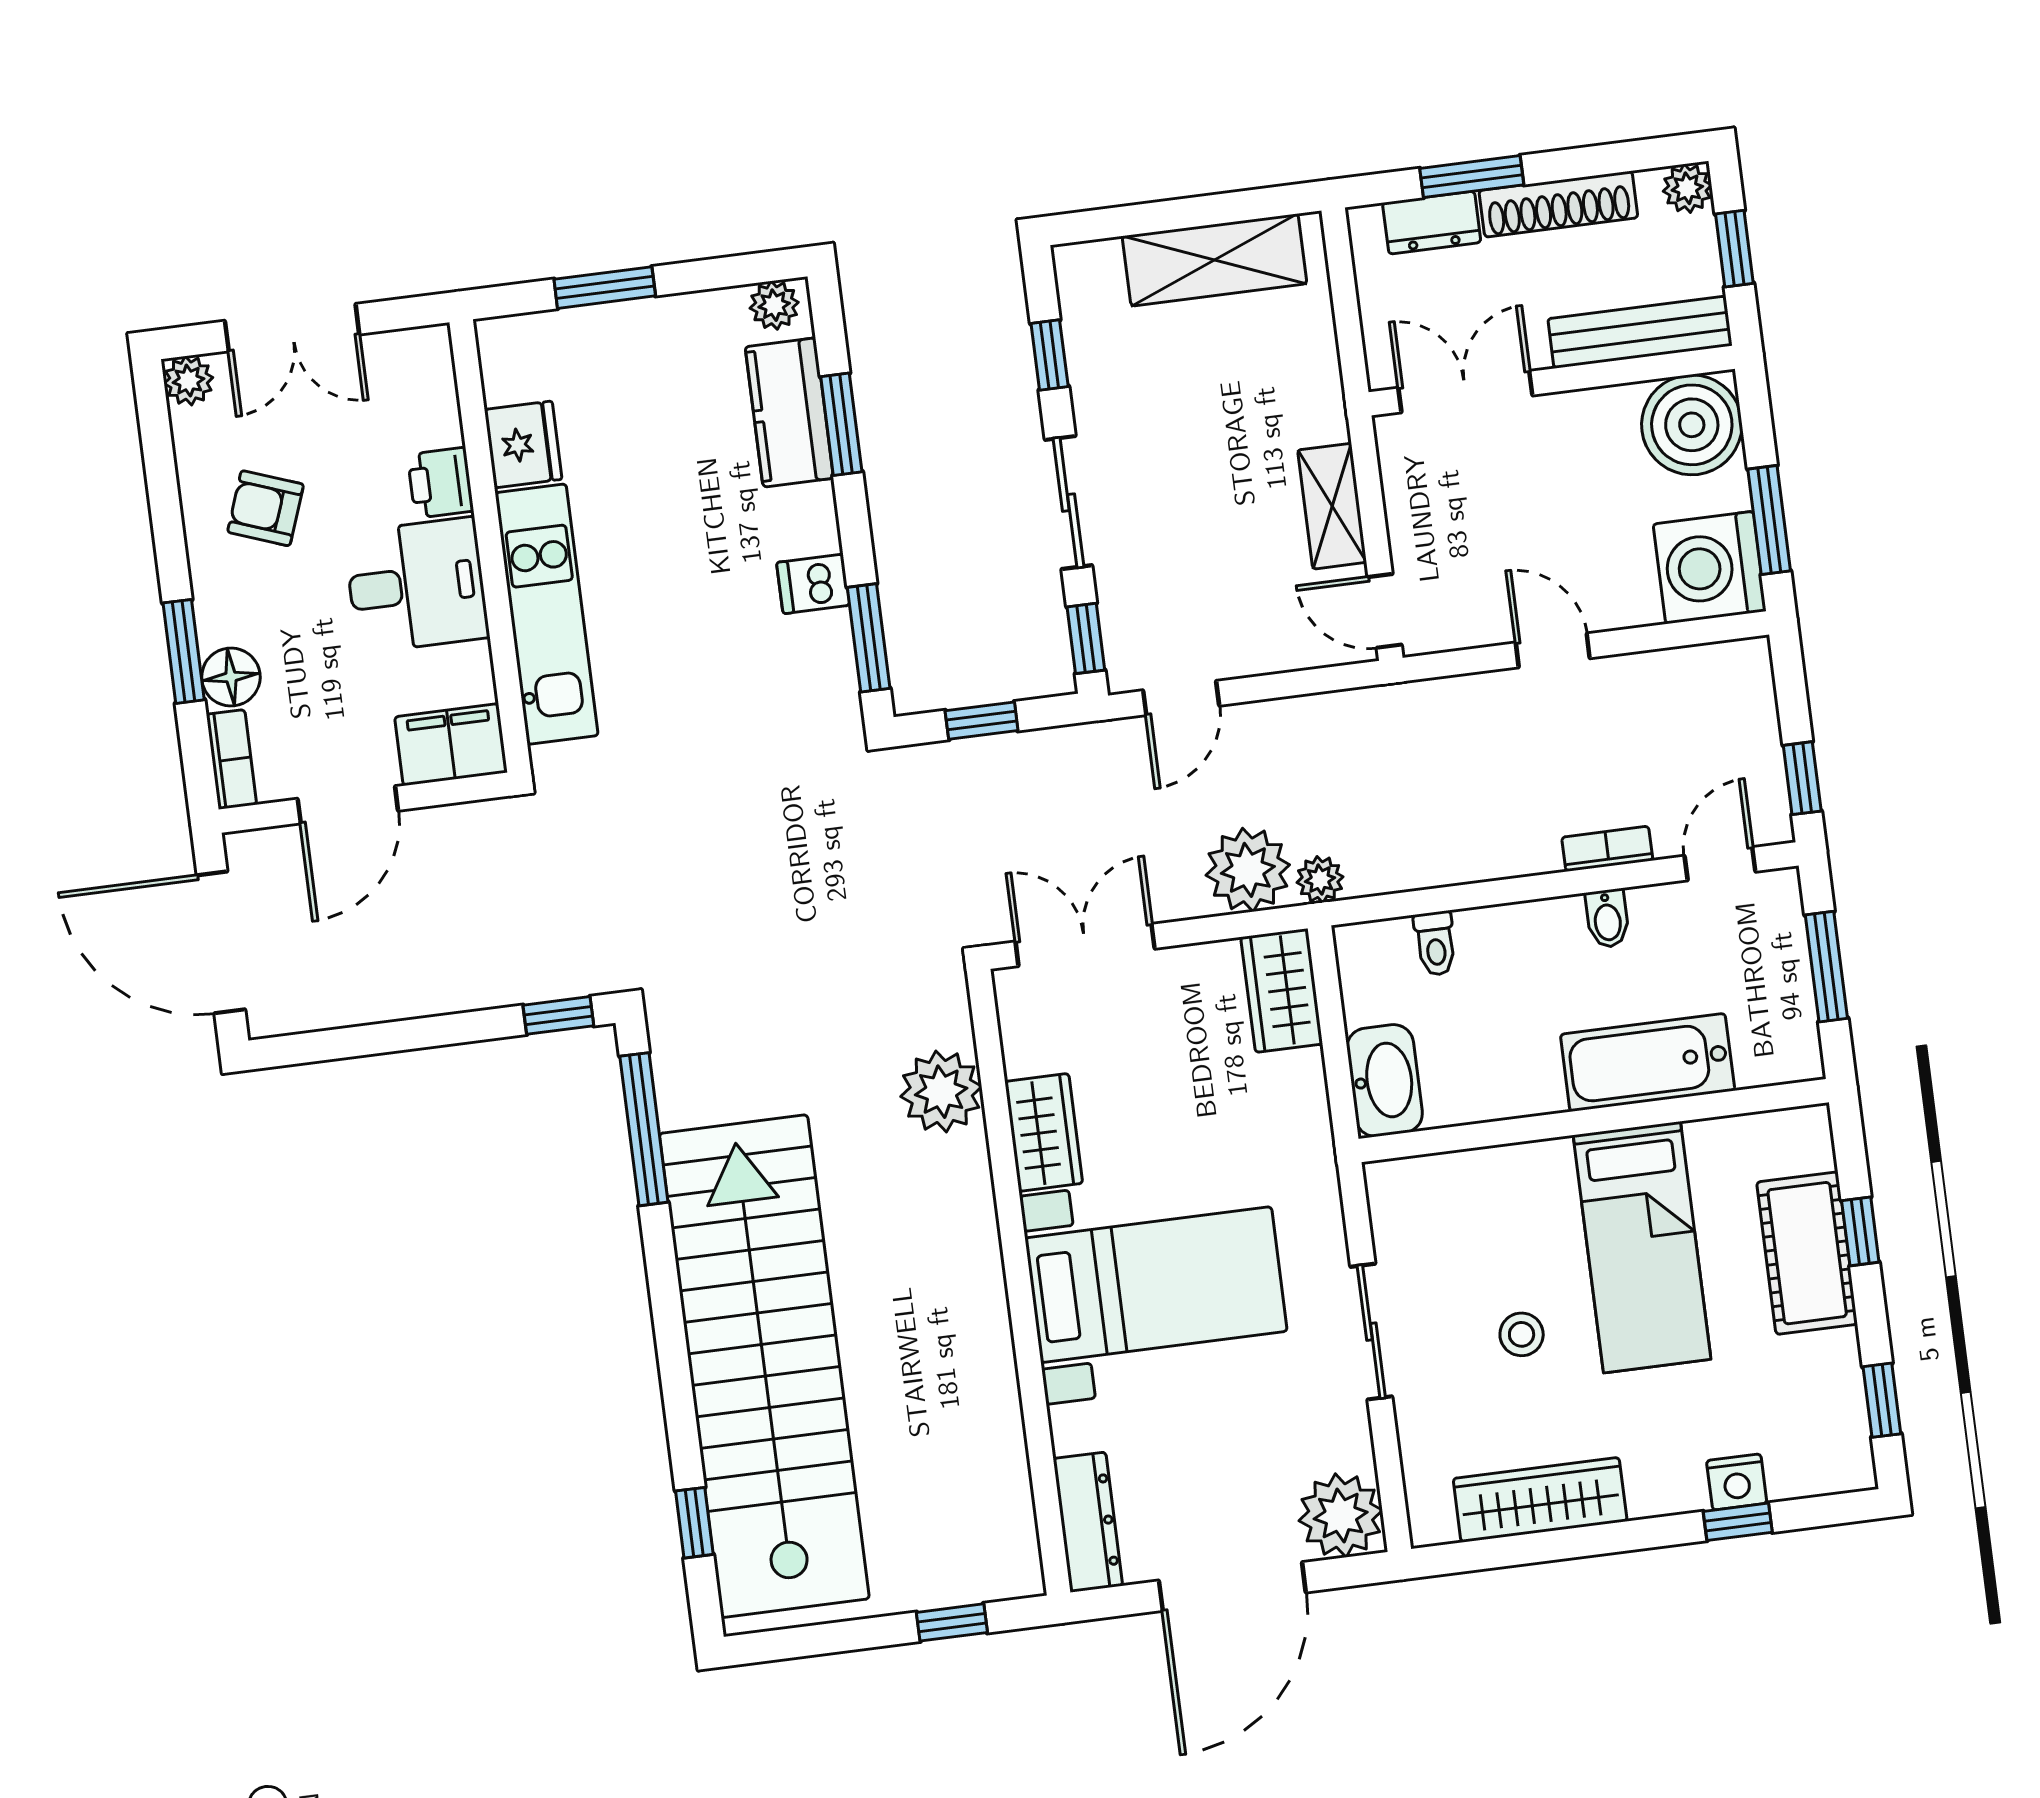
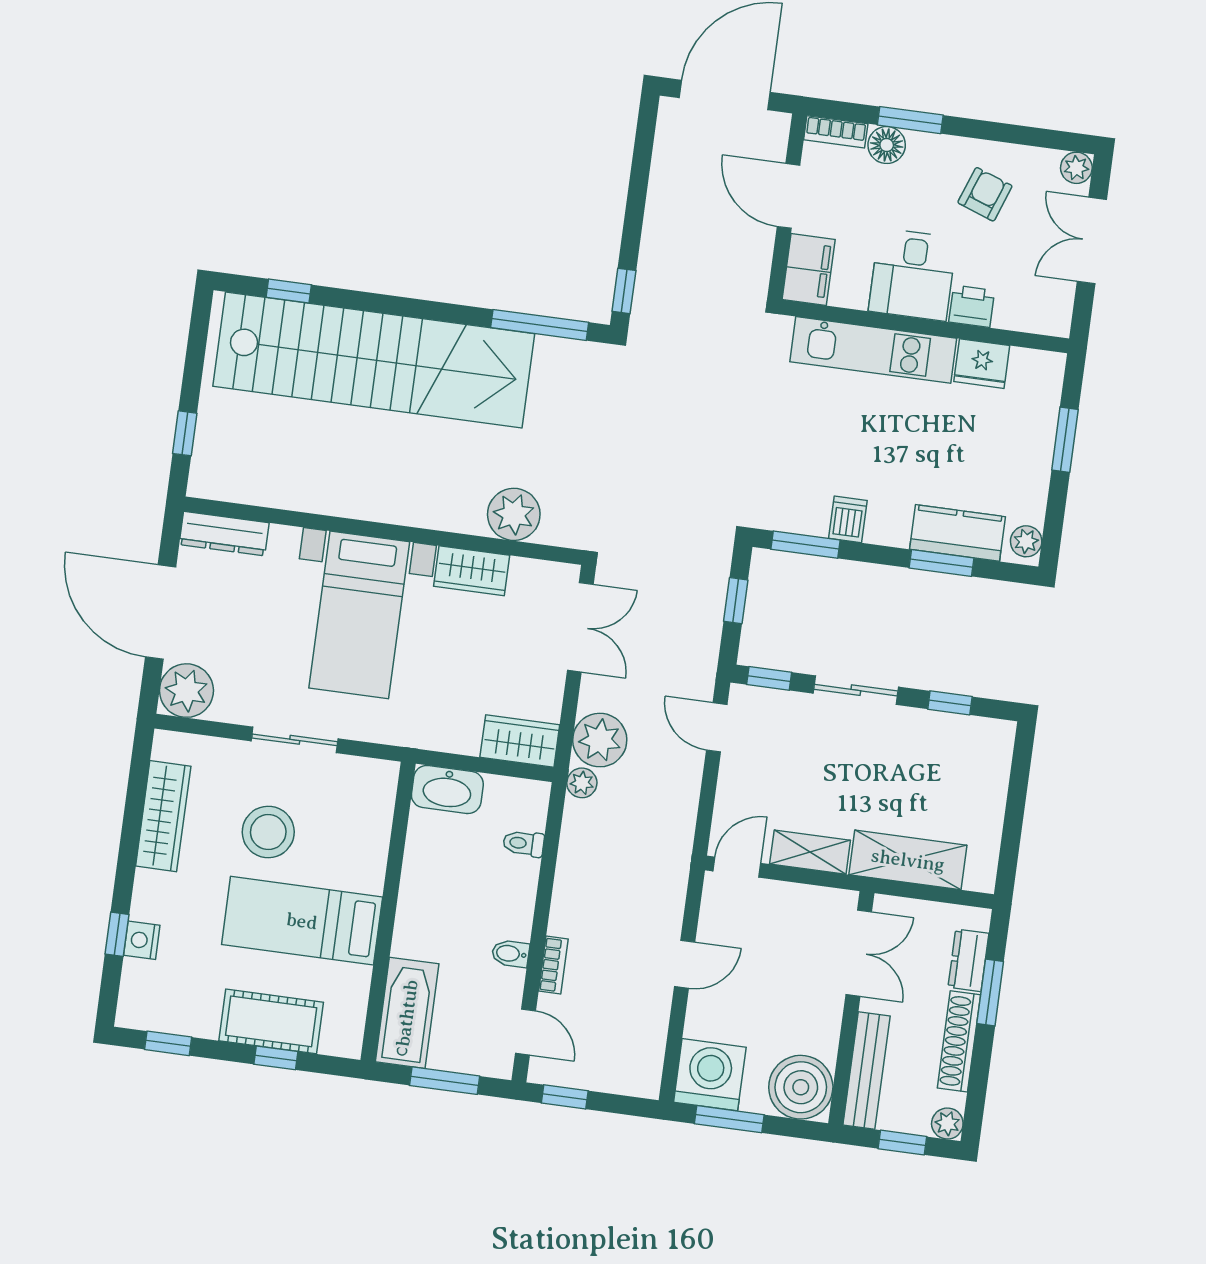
shelving: (1215, 260) -> (908, 860), moved, turned 90
bathtub: (1648, 1063) -> (407, 1013), moved
stool: (1522, 1334) -> (268, 832), width x1.89, depth x1.89

